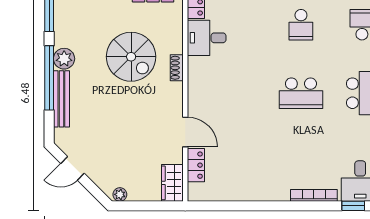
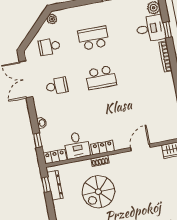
spiral stairs: (131, 57) -> (98, 192), turned 180
school desk: (301, 93) -> (101, 78), turned 90
locker: (196, 165) -> (103, 148), moved

